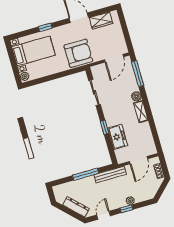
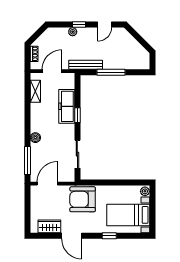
shelving: (141, 112) -> (35, 91), moved
freezer: (118, 137) -> (67, 106), width x1.40
dresser: (76, 207) -> (130, 41), removed

